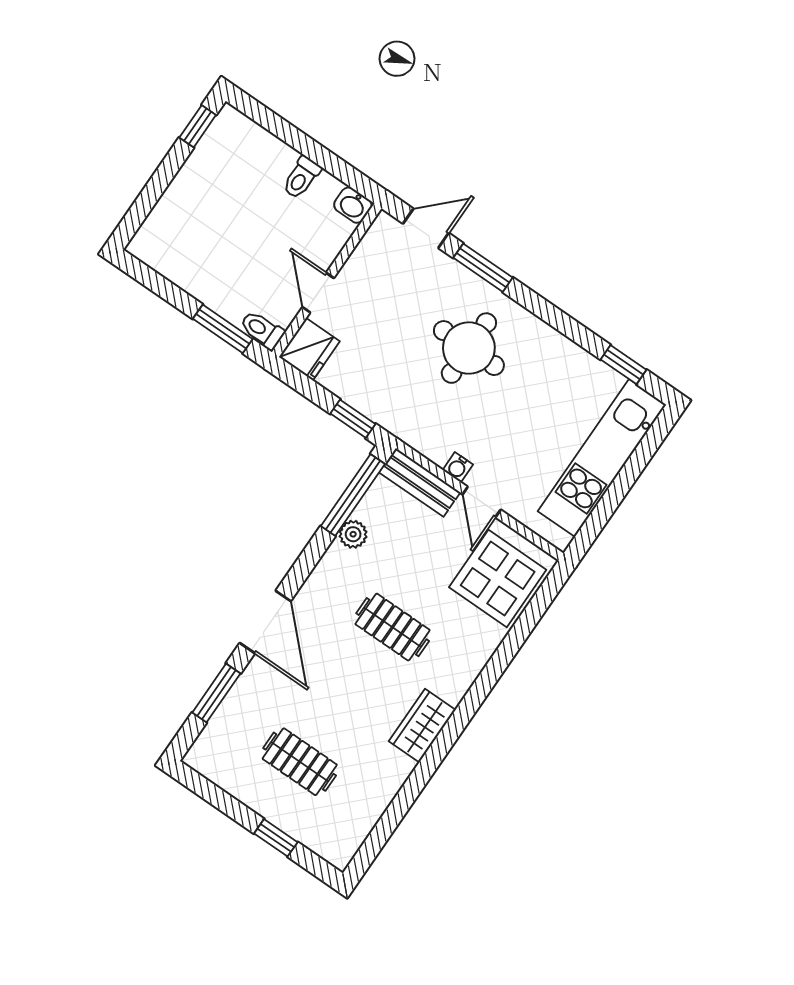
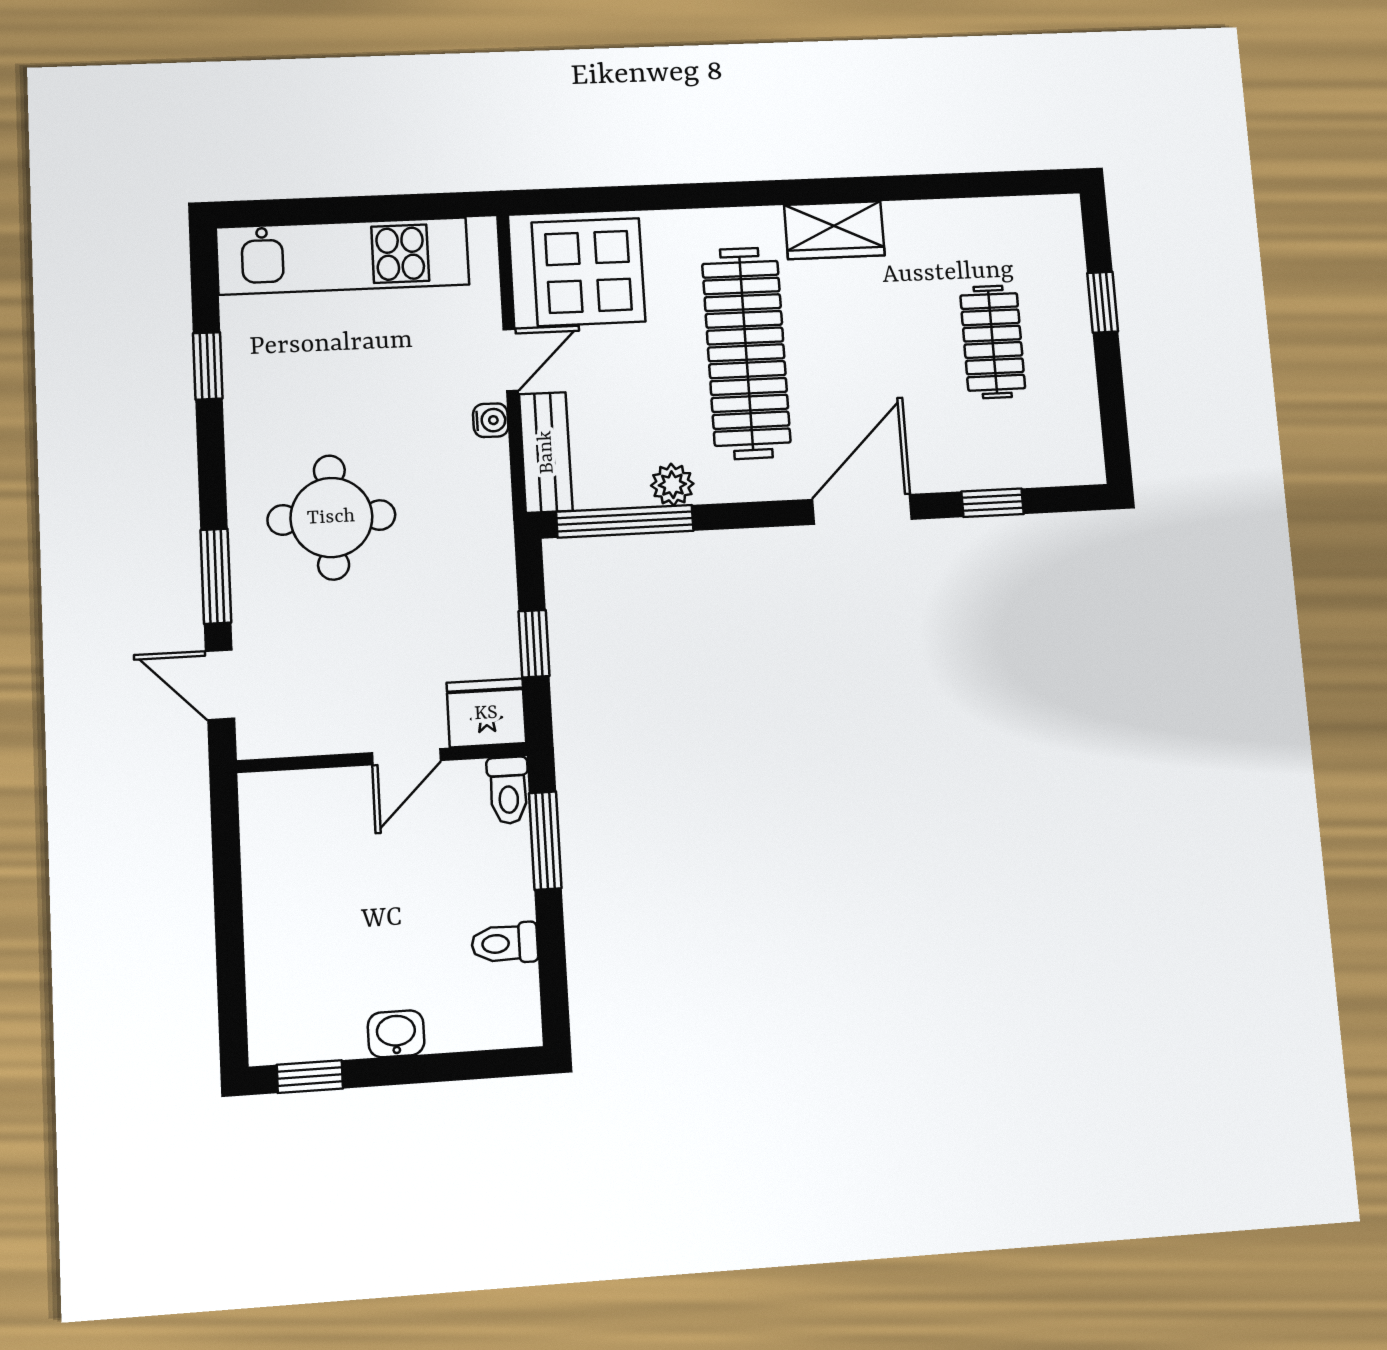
toilet: (301, 178) -> (505, 943), moved, turned 180
washbasin: (353, 205) -> (396, 1034), moved, turned -90
window: (624, 365) -> (208, 366), moved
window: (353, 419) -> (534, 644), moved
clothes rail: (393, 627) -> (746, 353), width x1.86, depth x1.31
window: (216, 693) -> (993, 503), width x0.67

